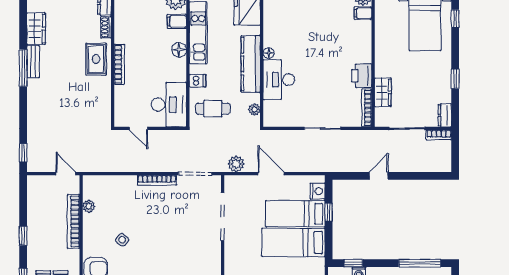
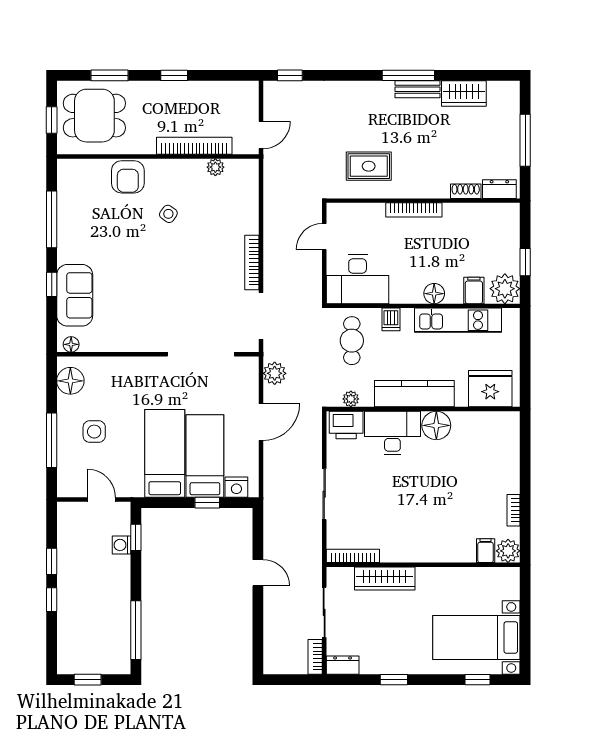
floor lamp: (269, 53) -> (436, 425), width x1.89, depth x1.89
rug: (96, 59) -> (369, 166), moved
printer: (362, 76) -> (346, 425), moved, turned 180
wardrobe: (383, 92) -> (385, 579), width x1.50

